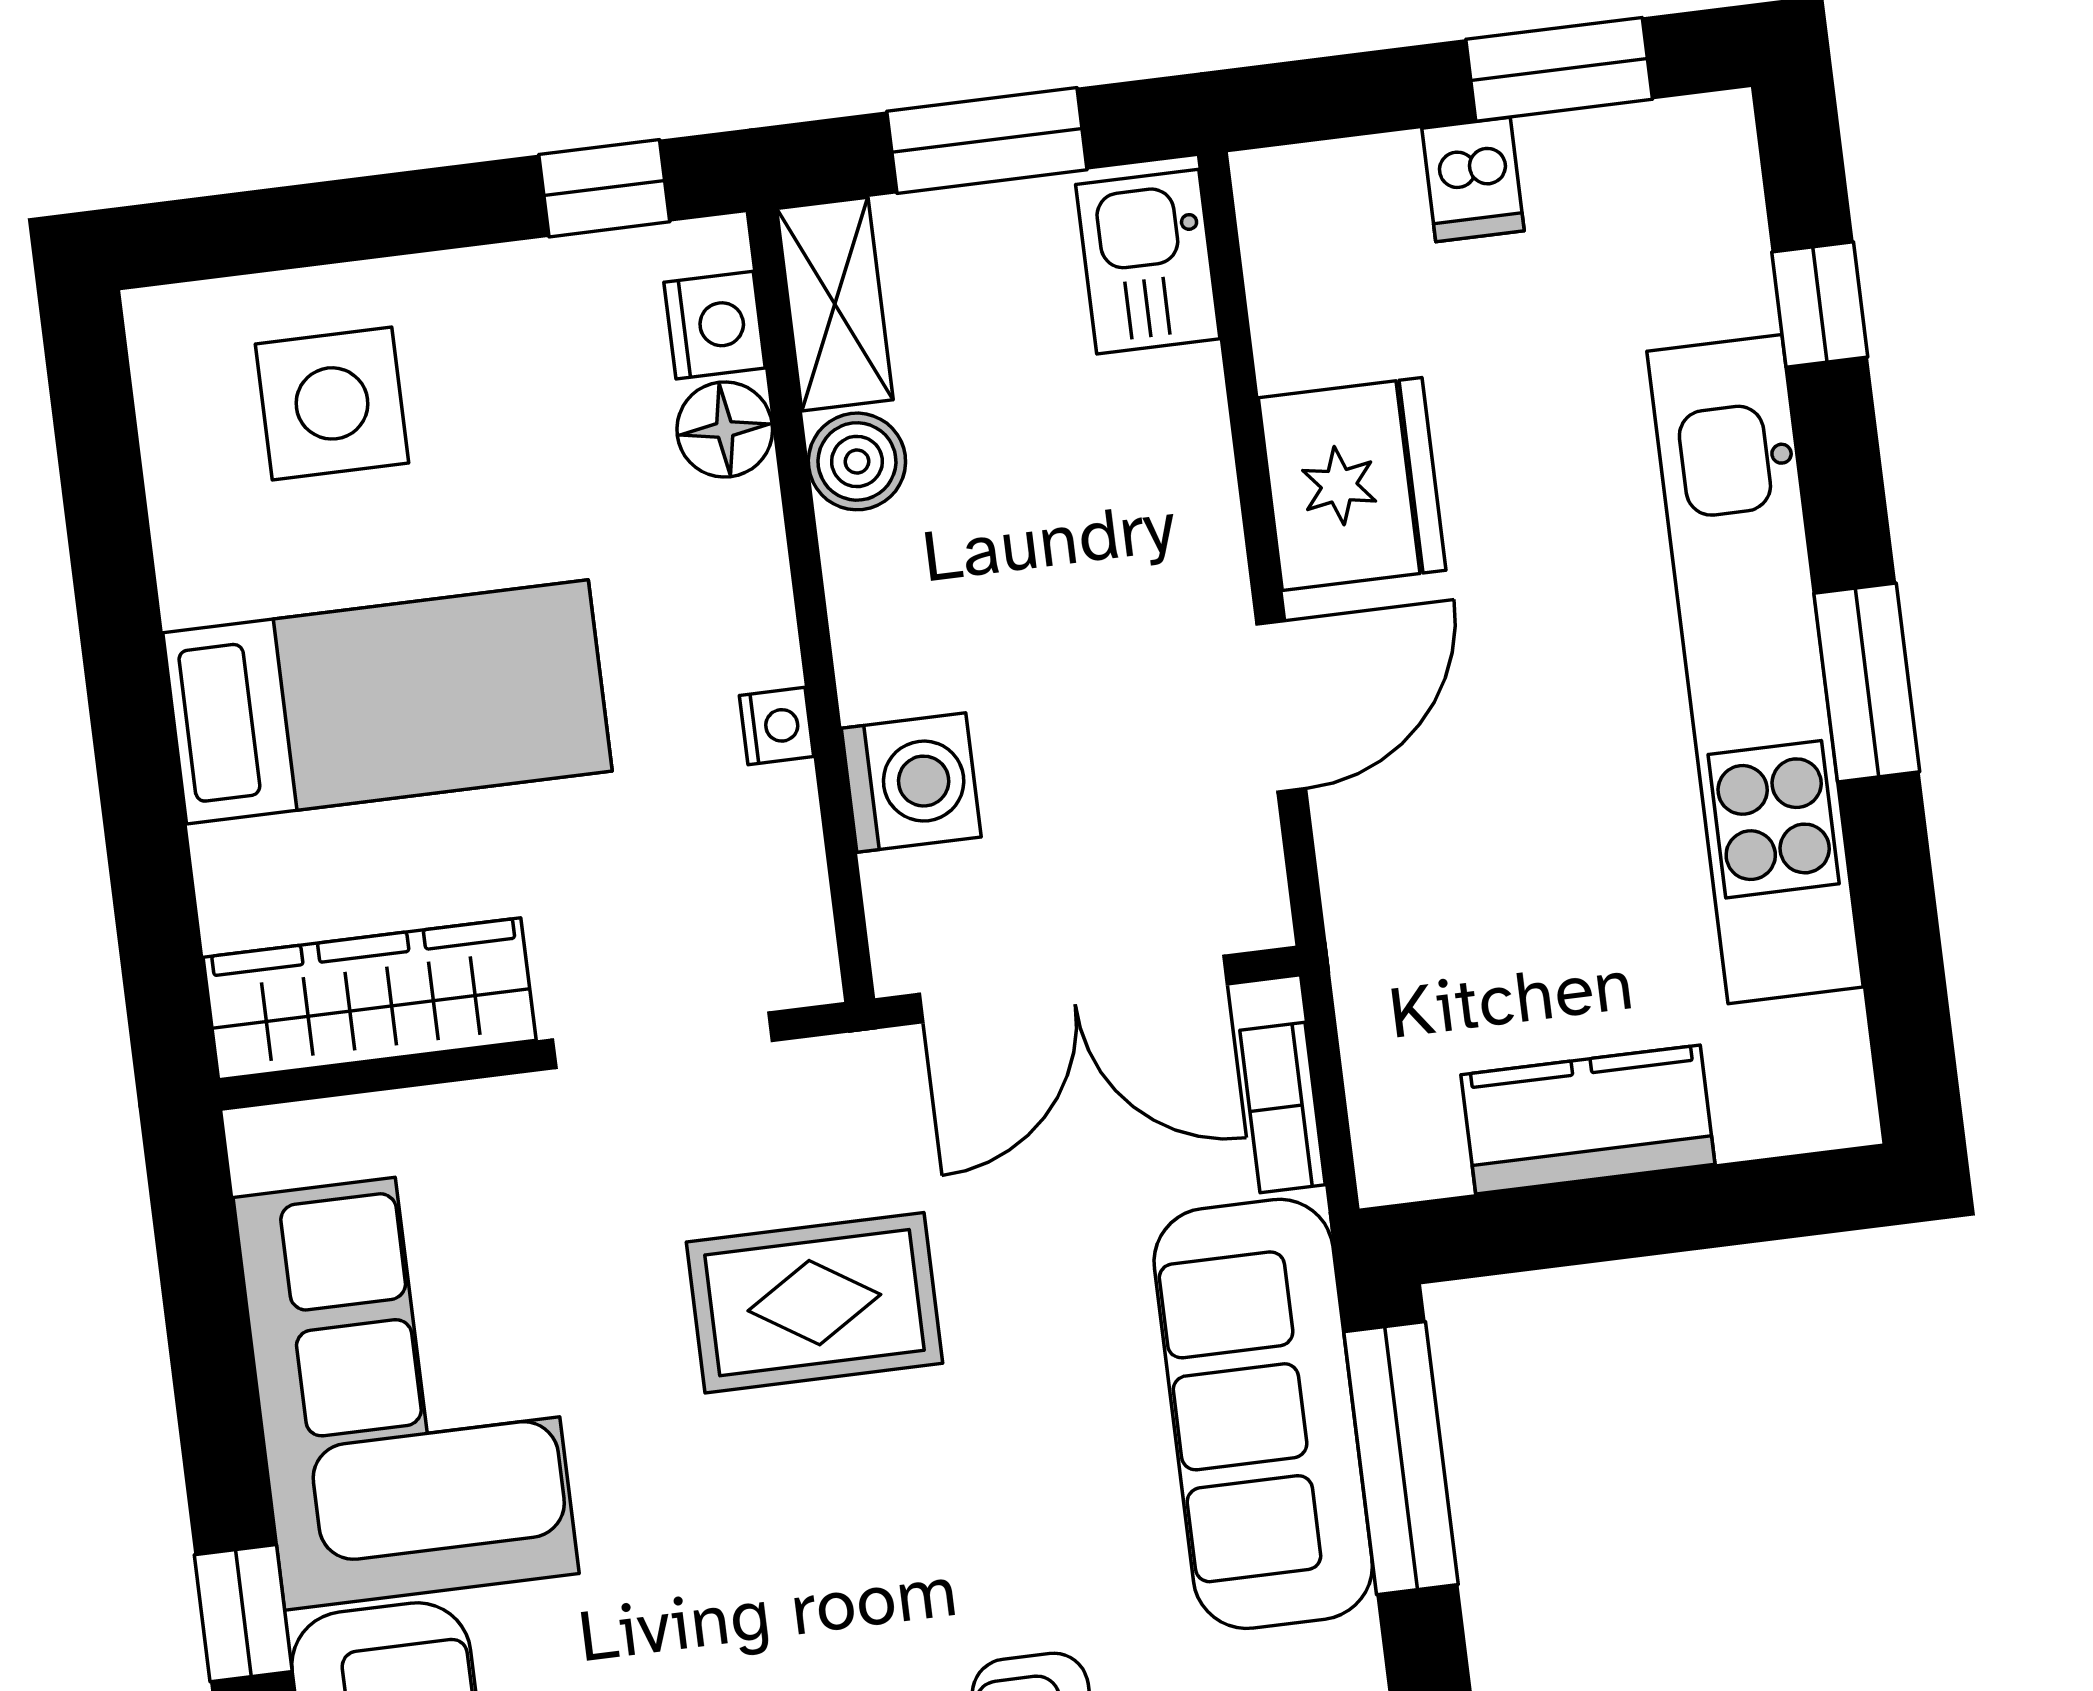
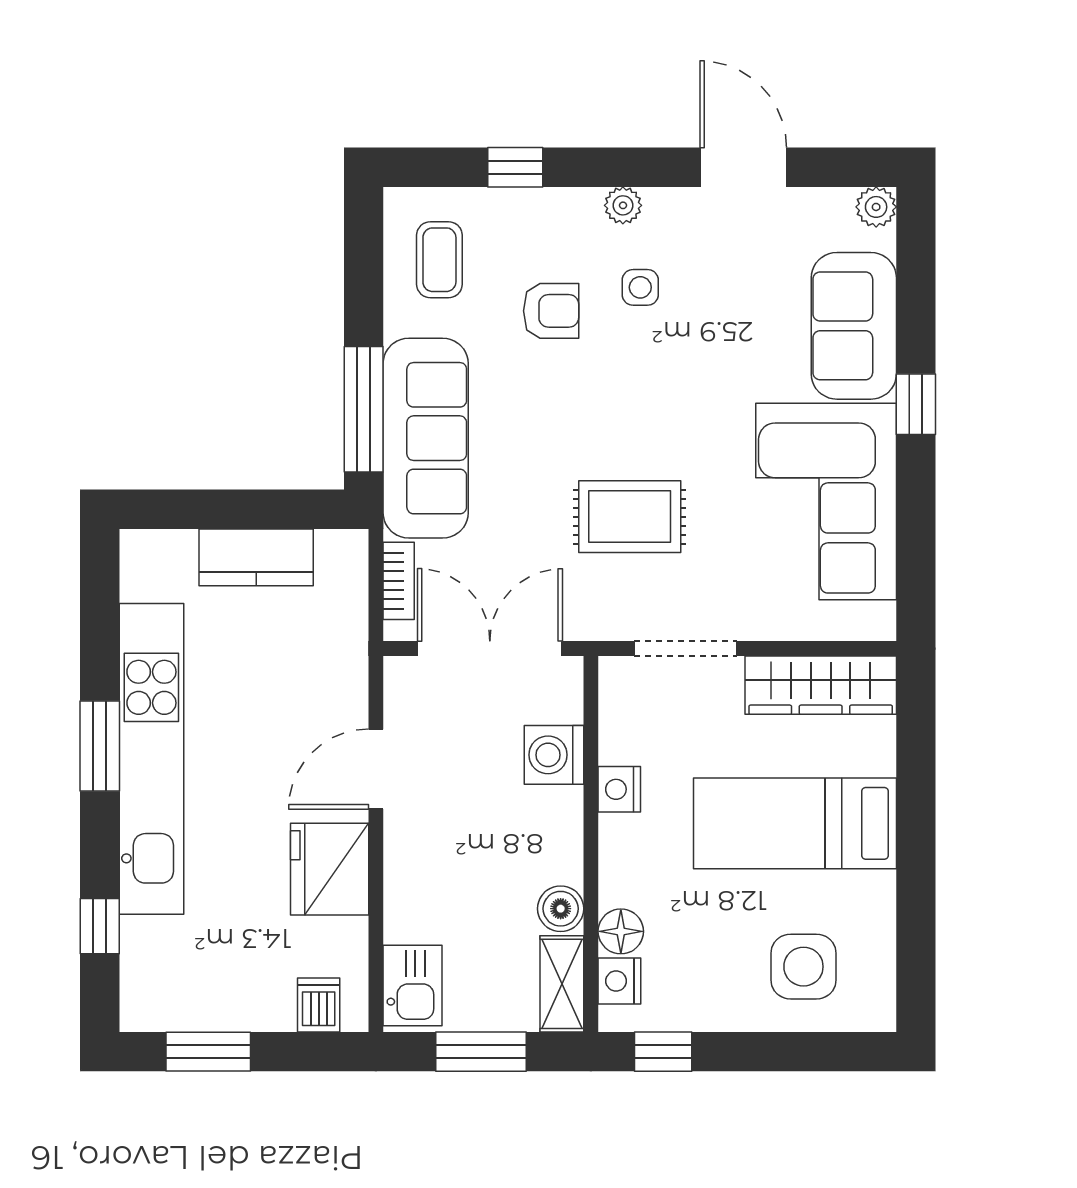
dishwasher: (1473, 179) -> (319, 1005), moved
nightstand: (777, 726) -> (619, 789), width x1.39, depth x1.35

